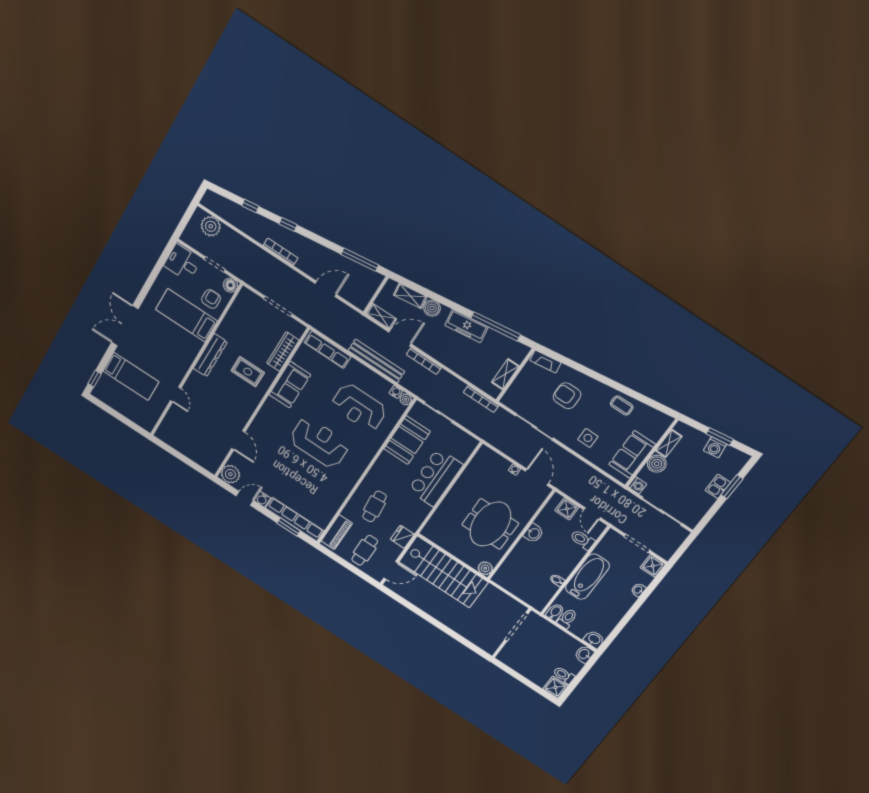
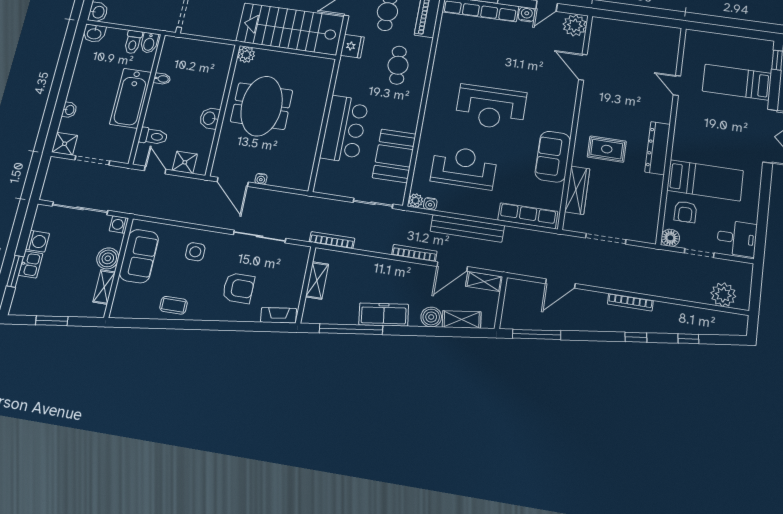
washing machine: (715, 447) -> (37, 241), moved, turned 98

